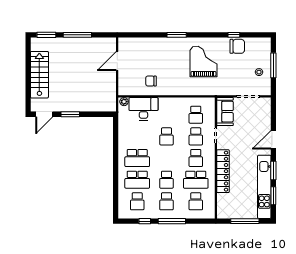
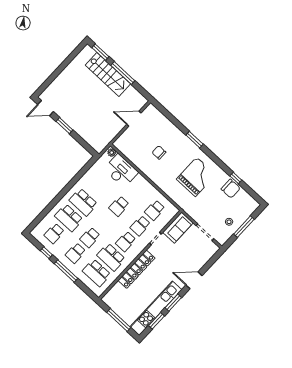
stairs: (39, 75) -> (108, 74), moved, turned 90
chair: (151, 81) -> (159, 152), moved
school desk: (196, 201) -> (97, 273), width x1.85

